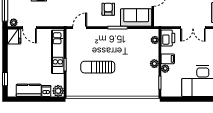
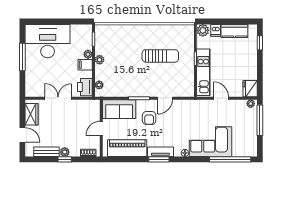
door: (29, 28) -> (221, 98), moved
door: (80, 28) -> (165, 98), moved

